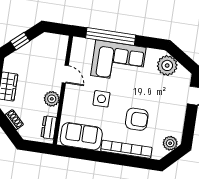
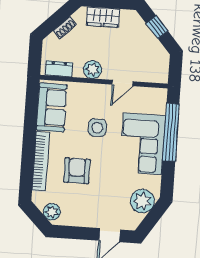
armchair: (137, 119) -> (77, 171), turned 180

